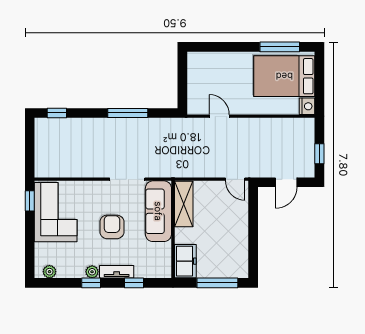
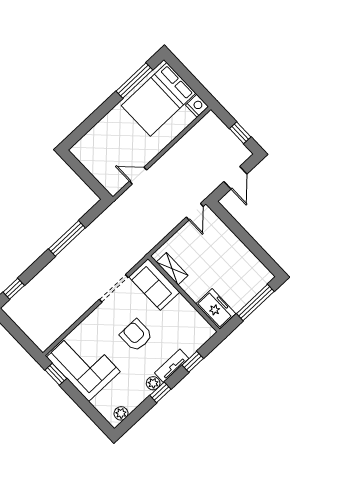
door: (235, 179) -> (195, 212), hinge flipped
shelving: (184, 204) -> (172, 269), width x0.67, depth x0.75
sofa: (158, 211) -> (154, 284), width x0.73

